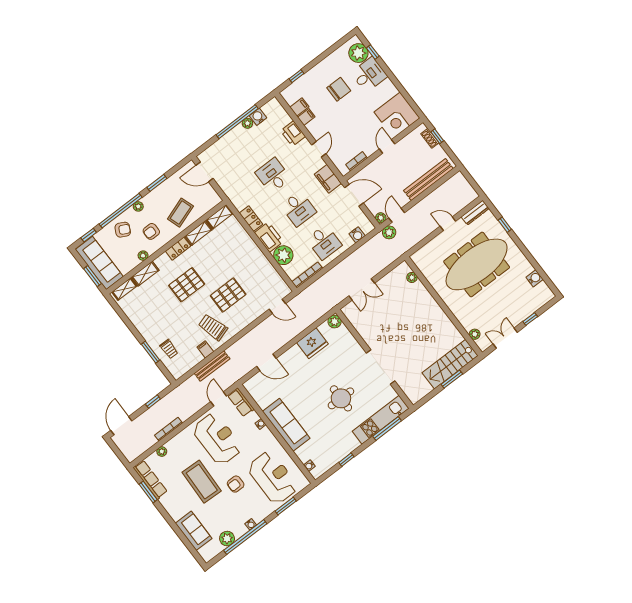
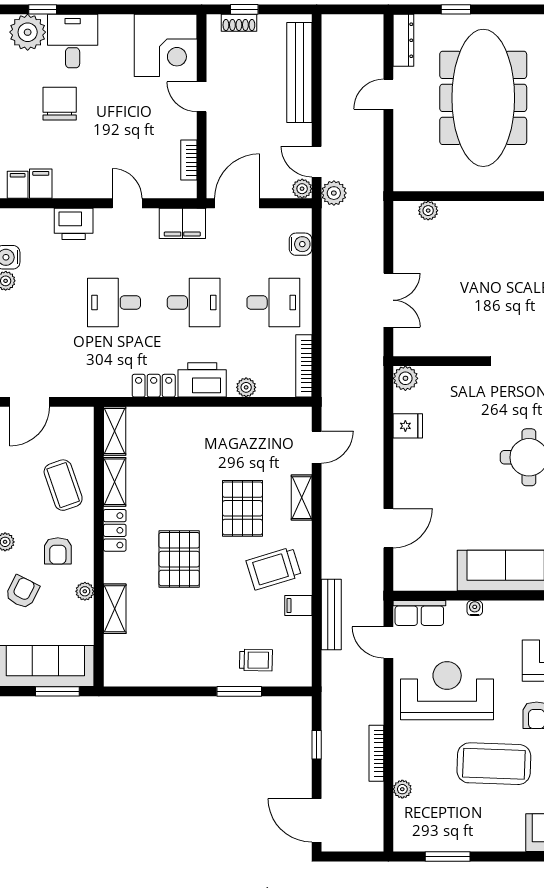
filing cabinet: (306, 117) -> (18, 185), moved
plant: (283, 255) -> (246, 387), width x0.53, depth x0.53
shelving: (124, 289) -> (302, 498), moved
fridge: (312, 343) -> (408, 426), width x0.53, depth x0.75
row of seats: (150, 480) -> (432, 839), removed

